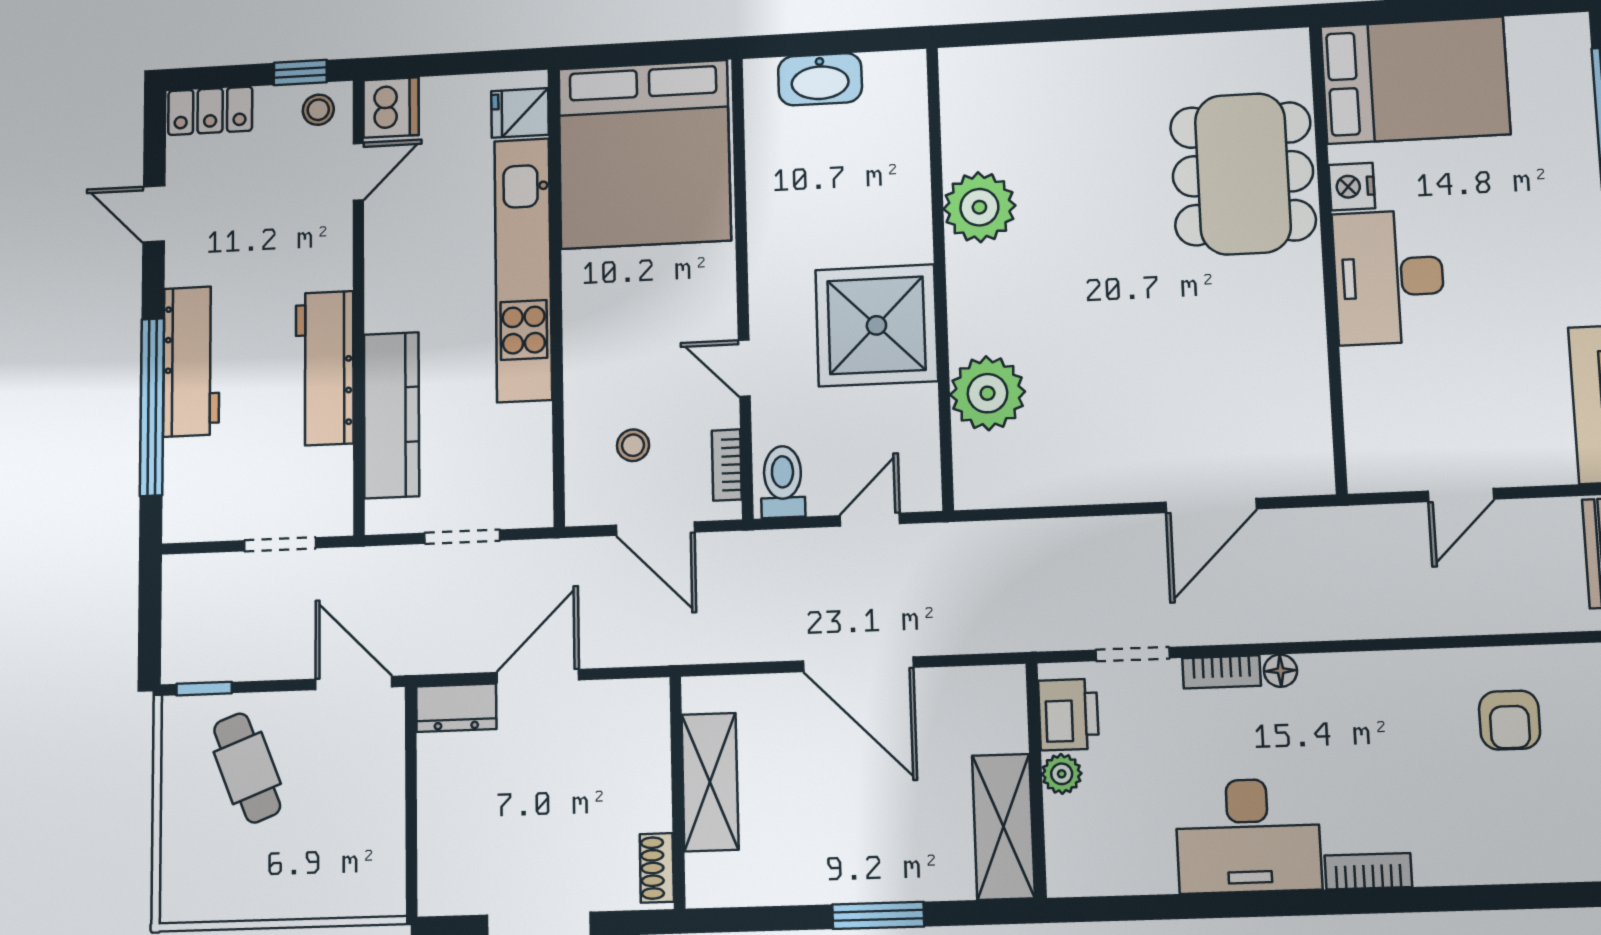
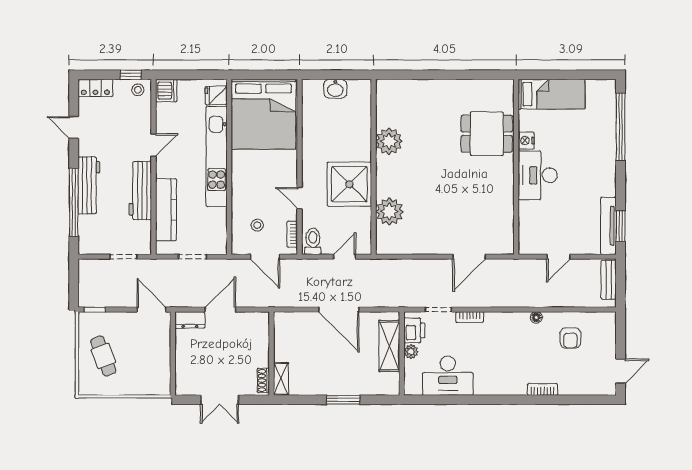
washbasin: (820, 79) -> (335, 89), width x0.72
bed: (1415, 80) -> (552, 94), width x0.67
door: (358, 172) -> (153, 145), moved
dining table: (1243, 174) -> (487, 134), width x0.73
floor lamp: (1280, 671) -> (536, 317), moved
cafe table: (247, 768) -> (103, 356), moved
shelving: (710, 782) -> (281, 379), moved, width x0.67, depth x0.75
shelving: (1003, 827) -> (389, 346), moved
desk: (1248, 836) -> (448, 376), moved
bookcase: (1368, 871) -> (543, 389), moved

